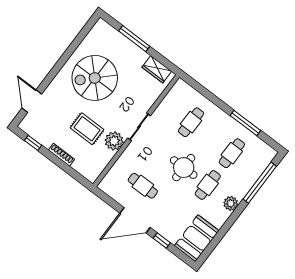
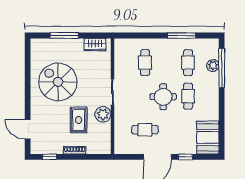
spiral stairs: (95, 78) -> (58, 82), turned 90
rug: (87, 129) -> (79, 120), turned 90
plant: (231, 203) -> (213, 66), moved

